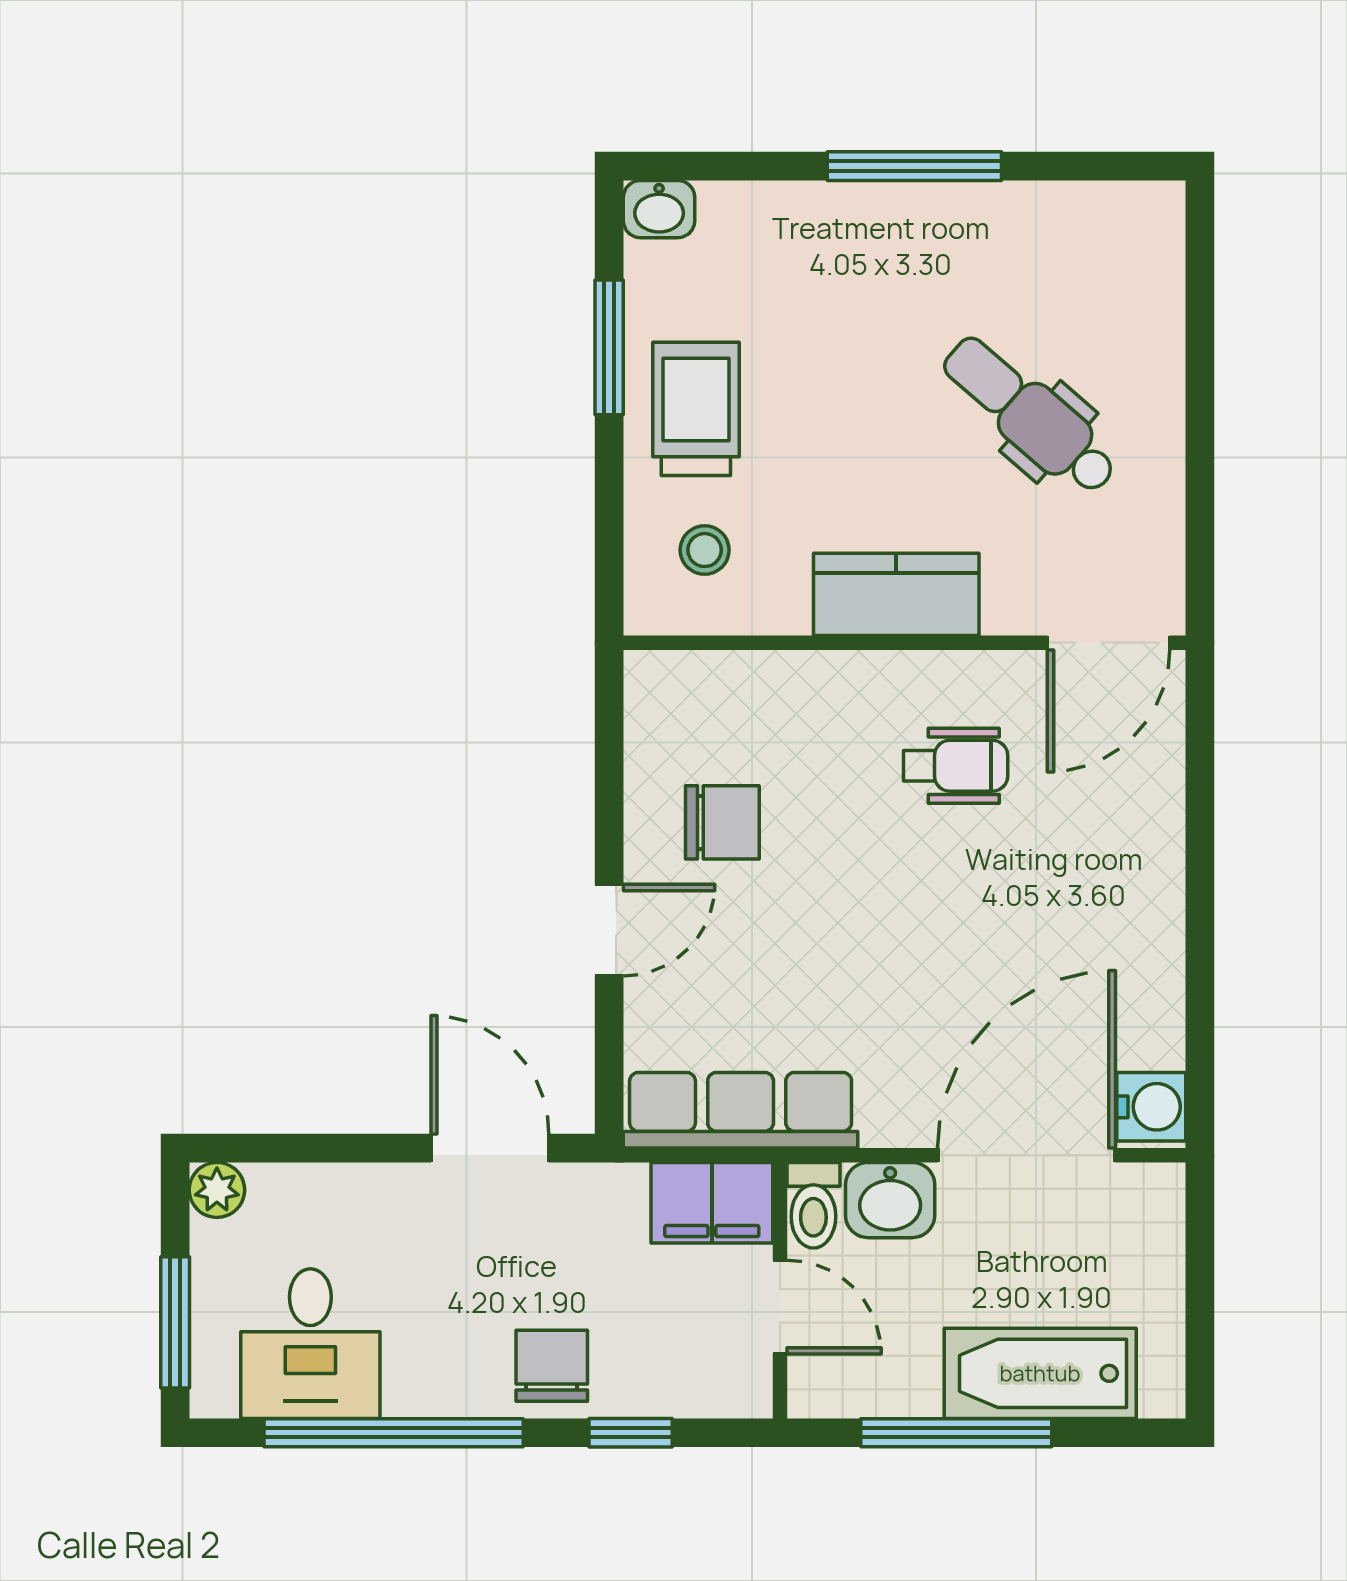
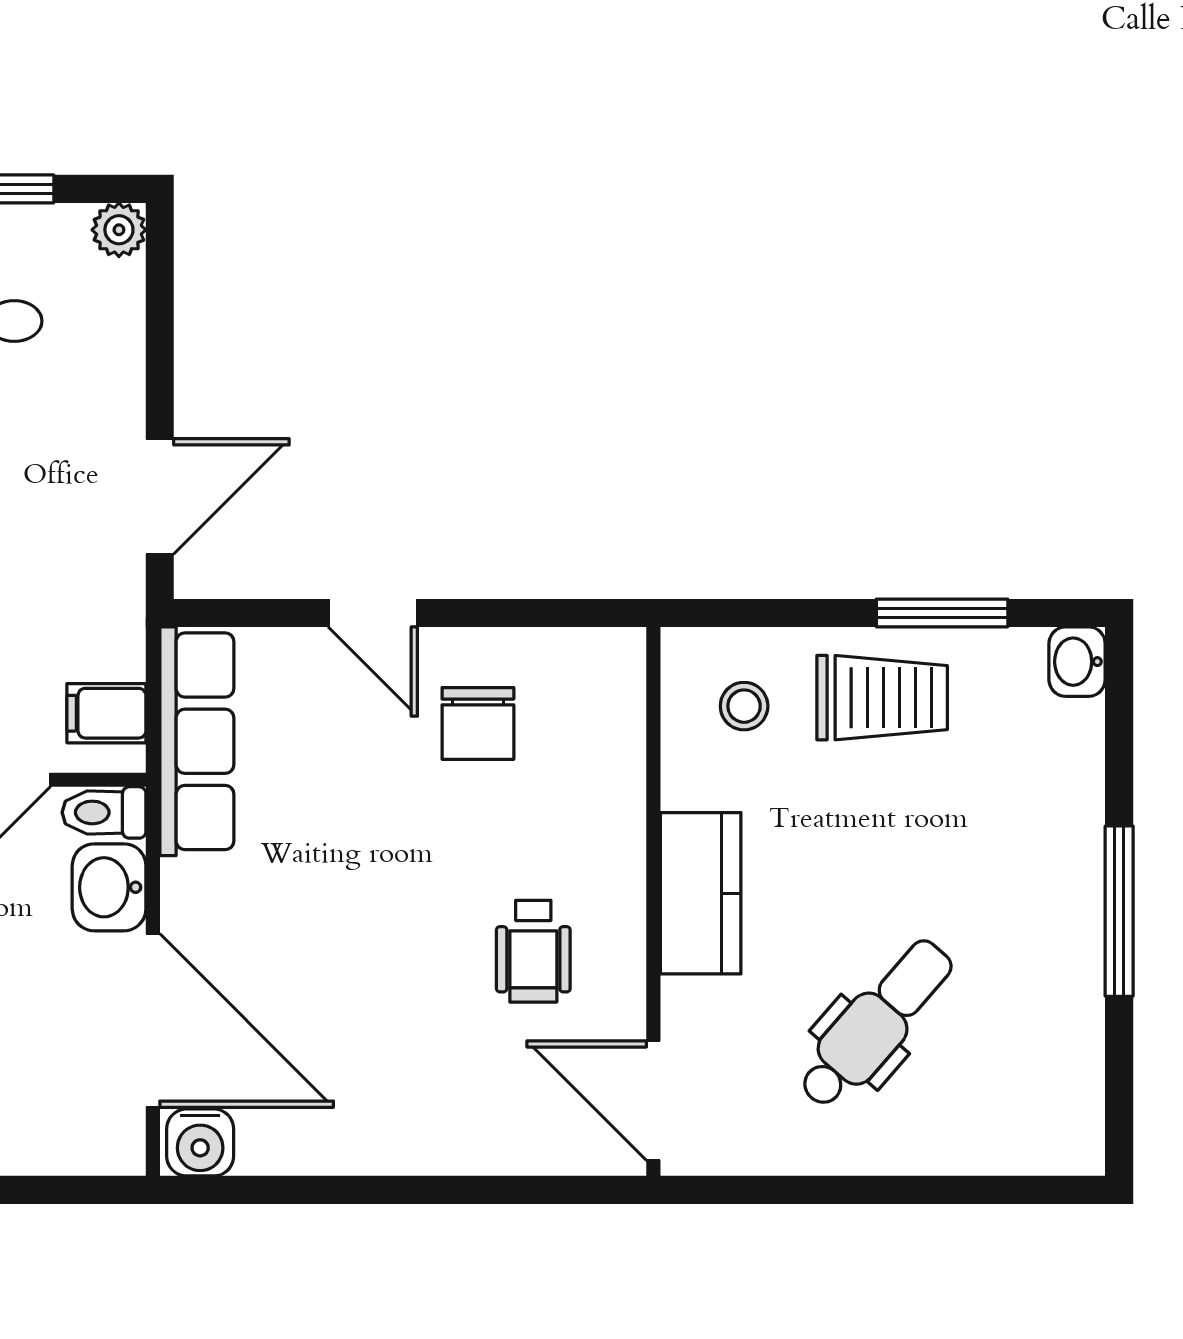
filing cabinet: (712, 1203) -> (106, 713), width x0.50

